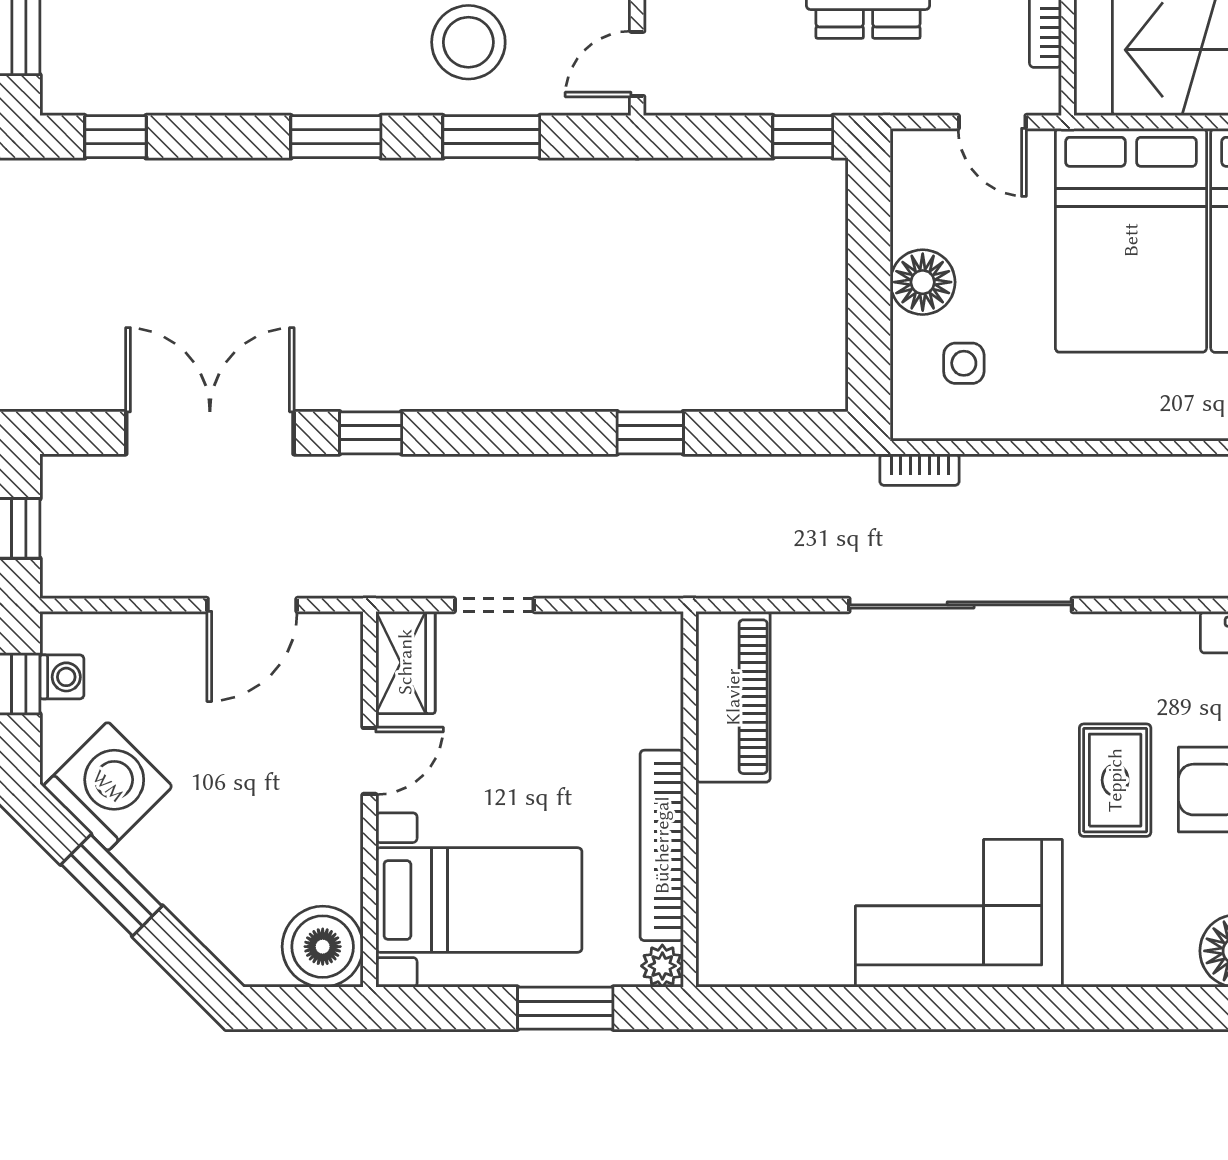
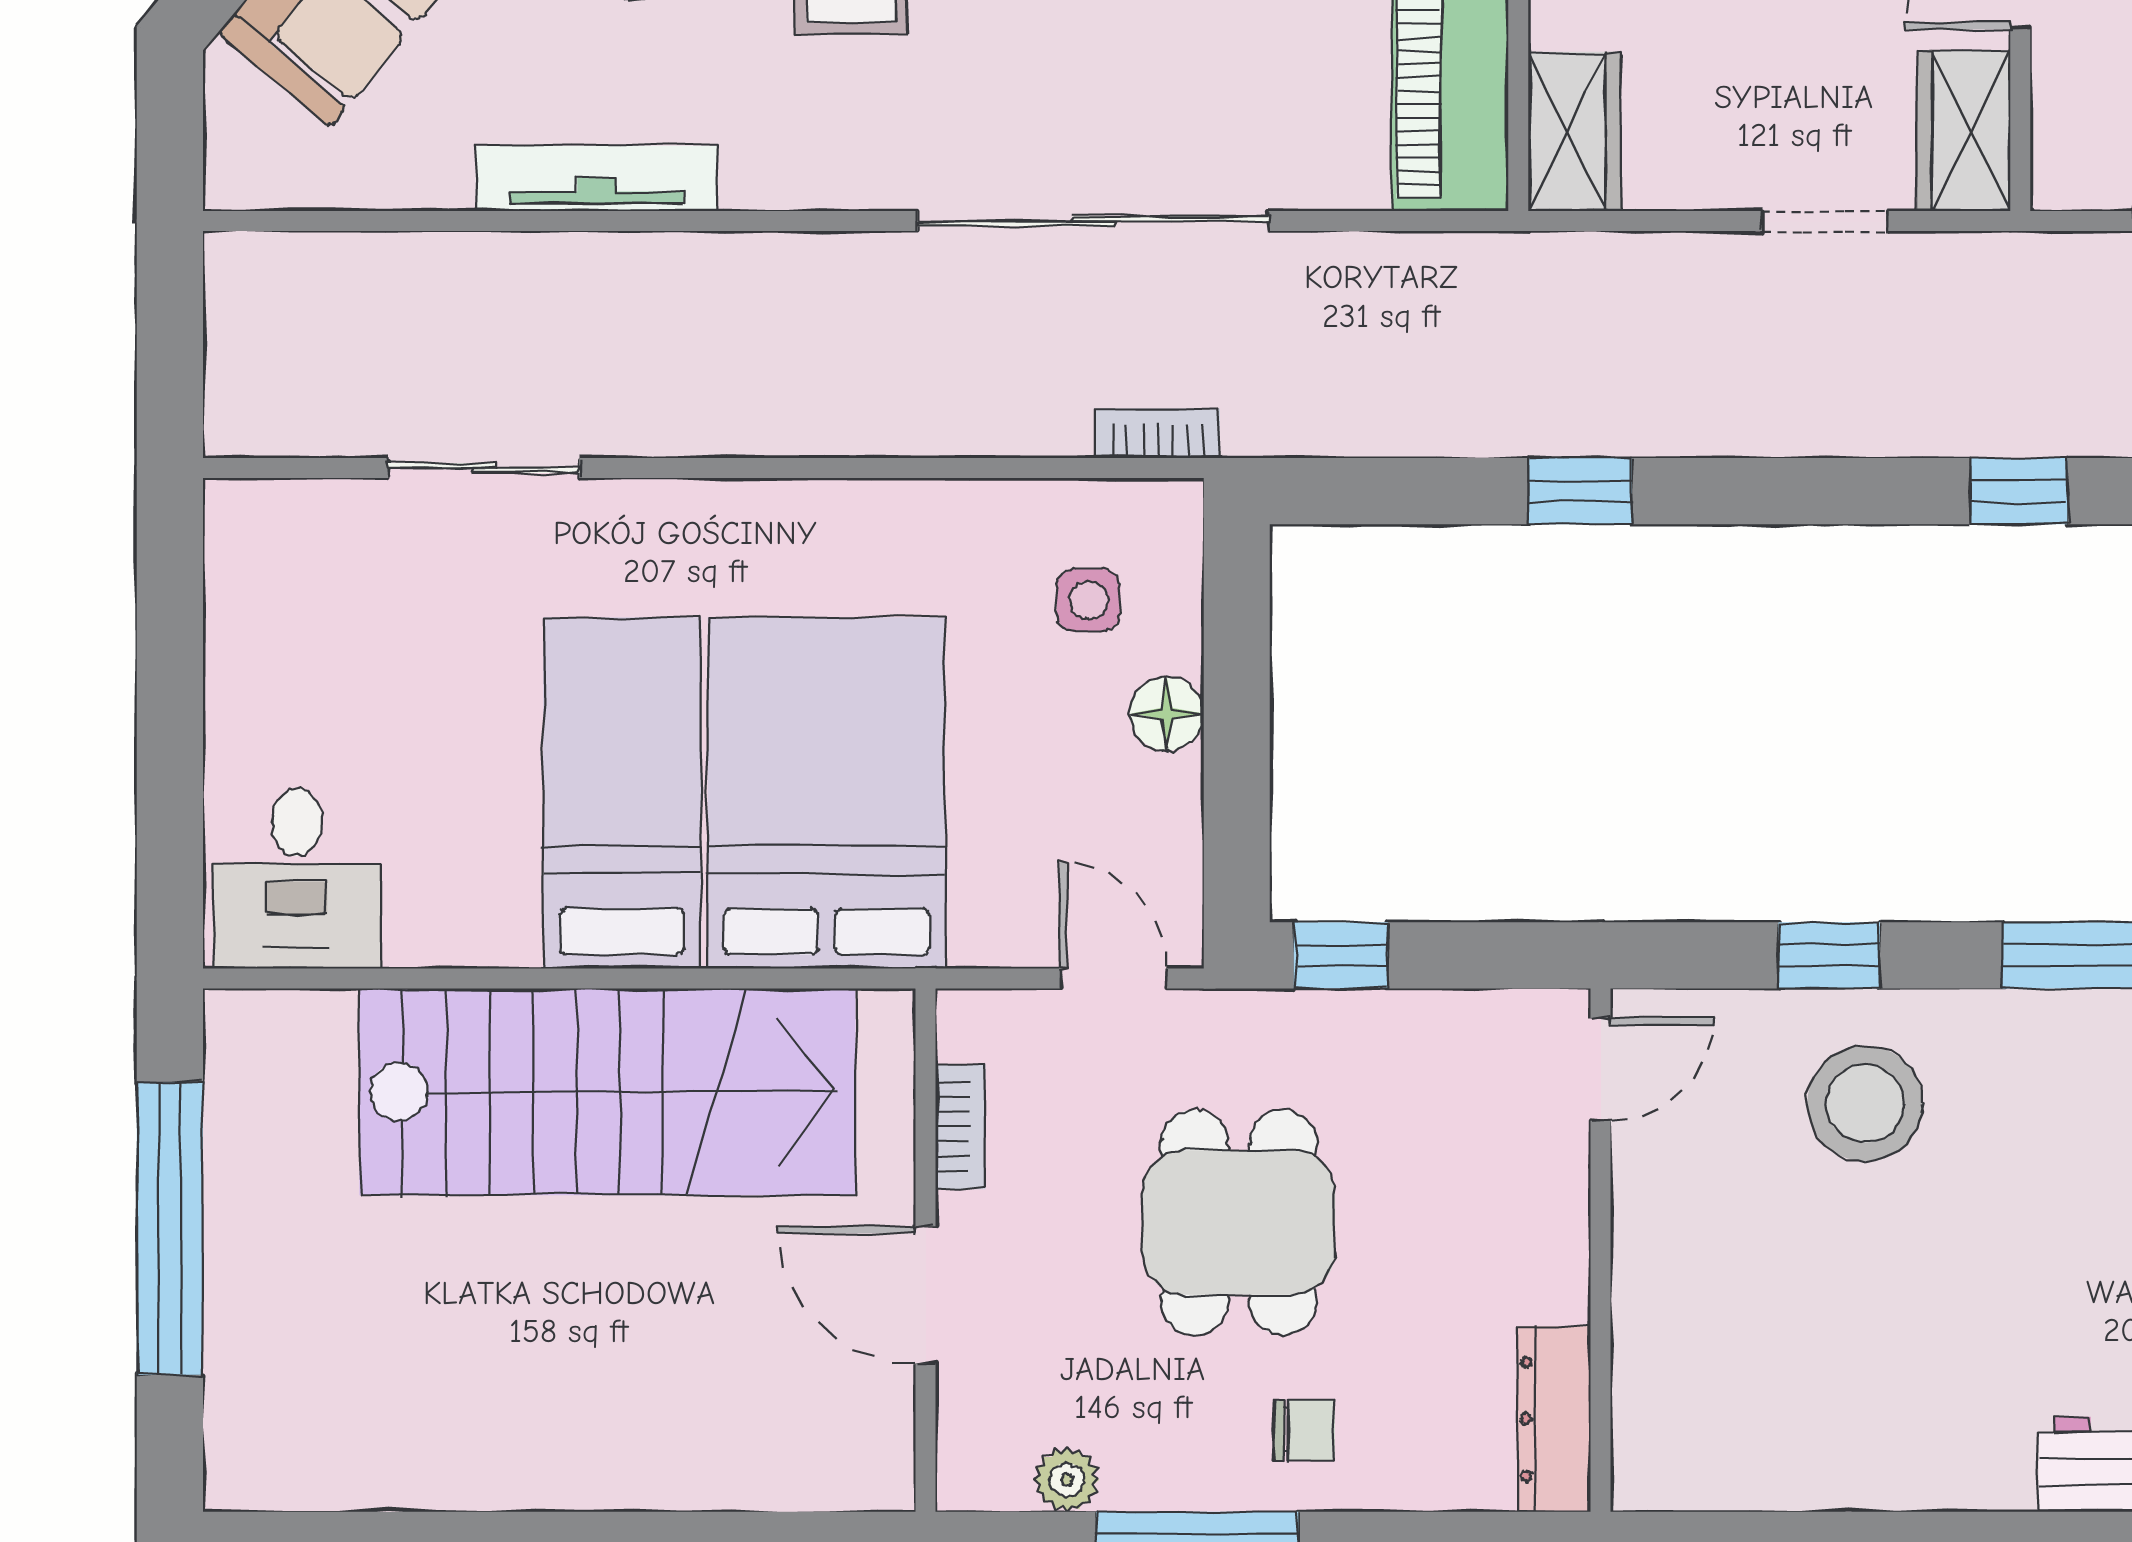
door: (992, 122) -> (1113, 978), moved
window: (491, 137) -> (1829, 955), width x0.67
floor lamp: (923, 282) -> (1167, 713), width x0.73, depth x0.73
wardrobe: (654, 662) -> (1574, 132), added

